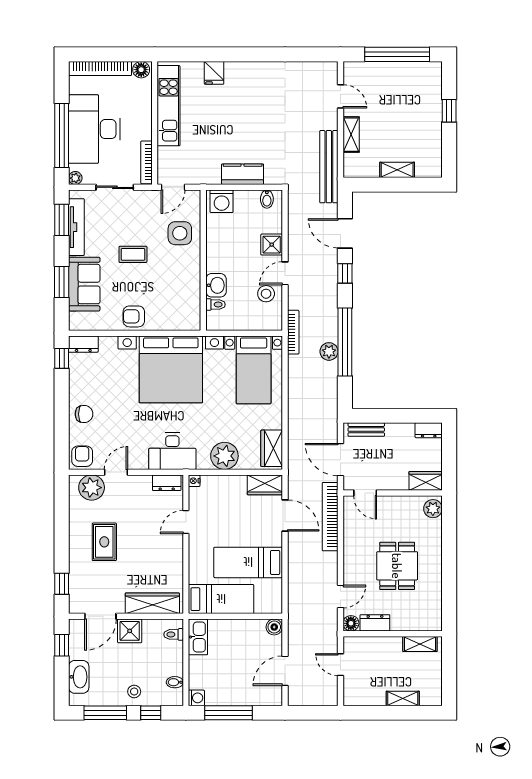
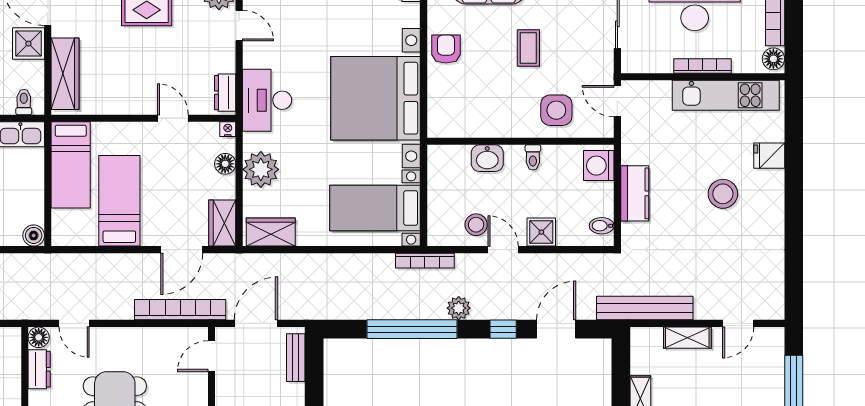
stool: (243, 108) -> (723, 194), added
bookcase: (146, 162) -> (703, 66), moved
toilet: (215, 305) -> (533, 157), moved
plant: (329, 351) -> (459, 308), moved
floor lamp: (220, 483) -> (225, 164), added

